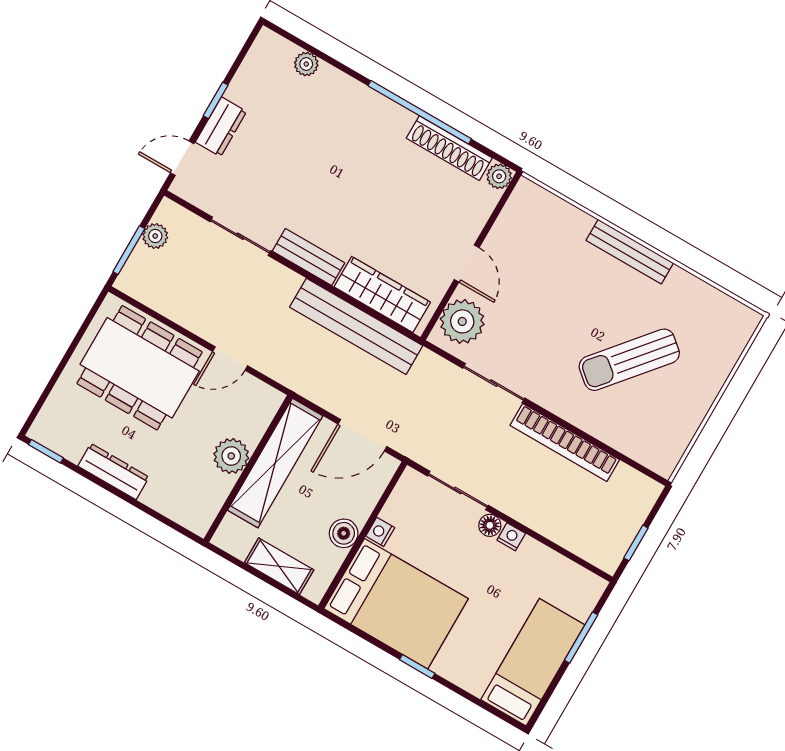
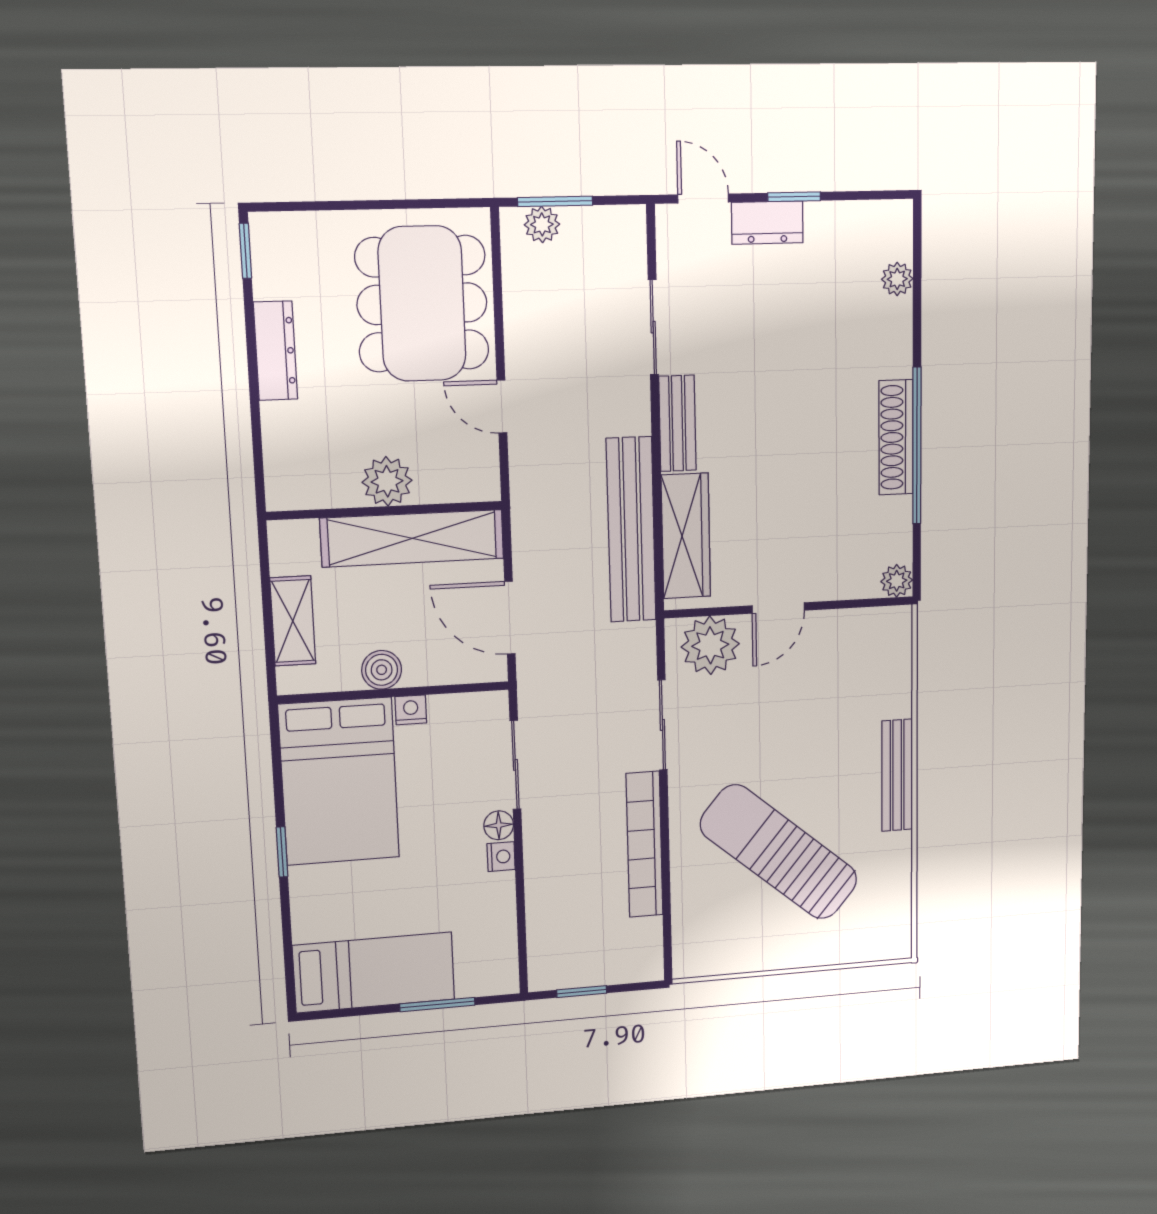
shoe rack: (449, 148) -> (896, 437), moved
plant: (155, 236) -> (542, 224), moved
sun lounger: (629, 360) -> (779, 852), width x1.36, depth x1.34

